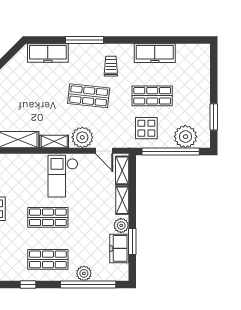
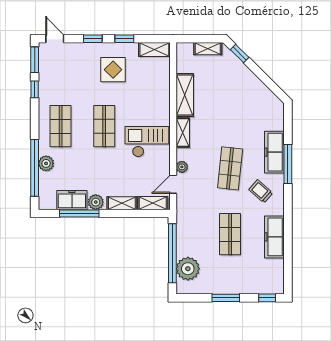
freezer: (48, 53) -> (274, 152), moved
window: (214, 60) -> (267, 298), added
trolley: (111, 66) -> (261, 191), turned -139
window: (214, 117) -> (226, 298), moved
display table: (146, 128) -> (197, 228), removed
plant: (82, 137) -> (182, 167), width x0.53, depth x0.53
window: (132, 241) -> (79, 214), width x1.44
window: (28, 285) -> (35, 89), moved

